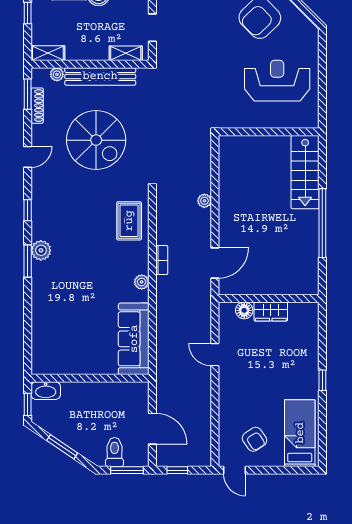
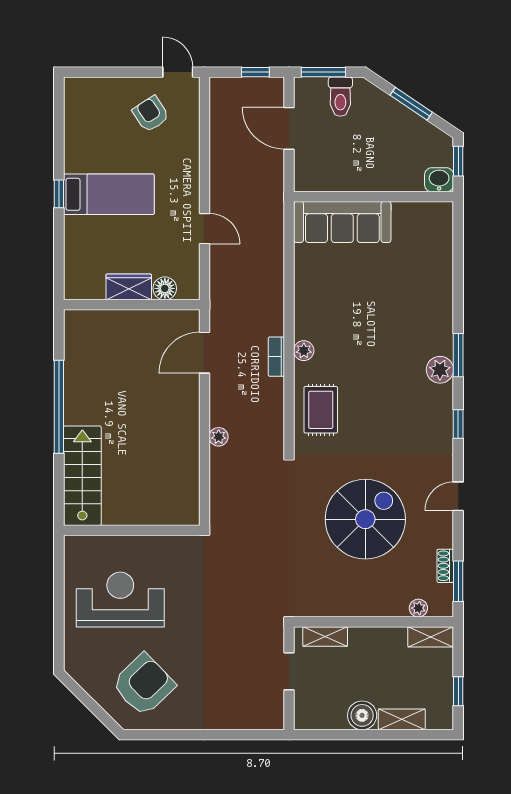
bench: (100, 76) -> (360, 605), removed
reception desk: (277, 81) -> (120, 600), turned 180
shoe rack: (37, 106) -> (445, 566), width x0.70
spiral stairs: (96, 140) -> (365, 519), turned 90
plant: (142, 282) -> (304, 351), moved
sofa: (134, 339) -> (342, 222), moved, turned 90
washbasin: (46, 391) -> (439, 180), width x0.72
bed: (300, 433) -> (109, 194), moved, turned -90

